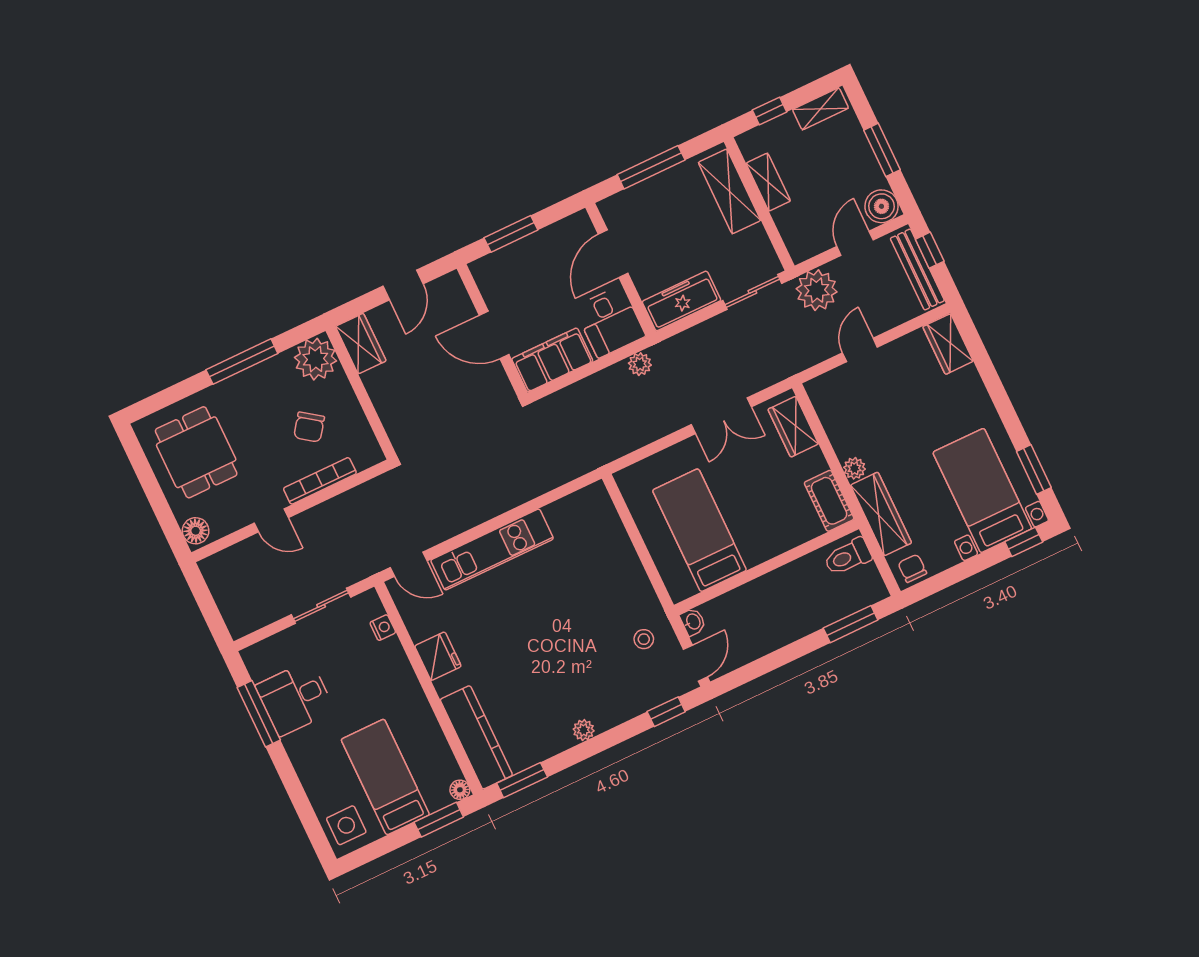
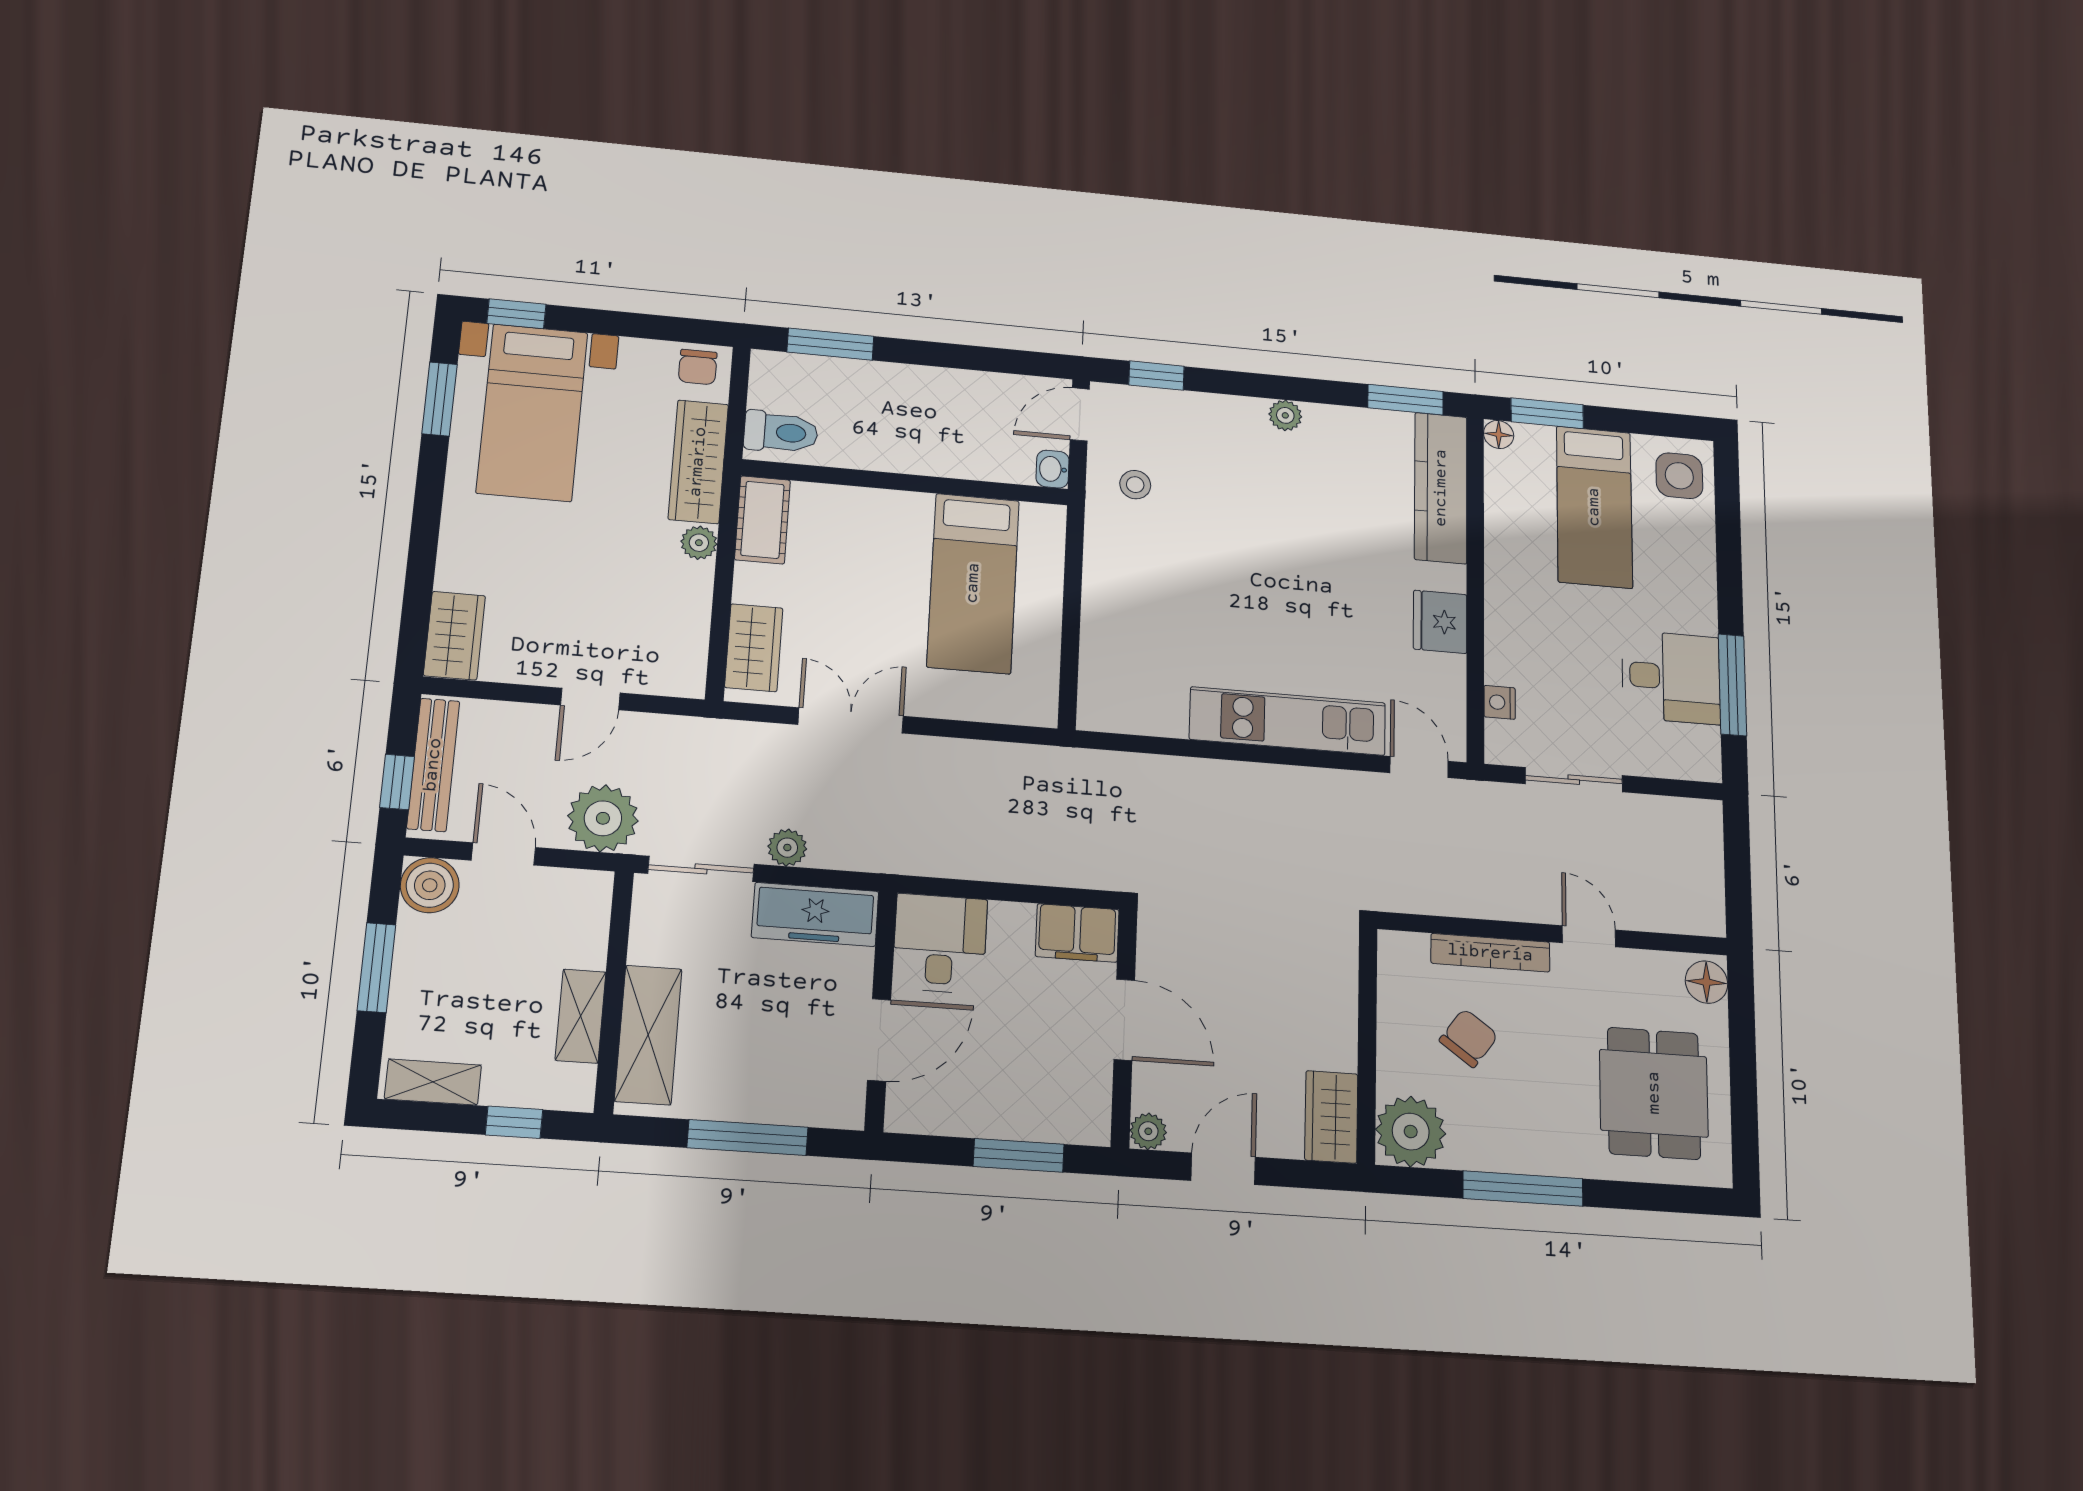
door: (855, 243) -> (503, 854), swing flipped
plant: (451, 283) -> (1148, 1131), added
filing cabinet: (552, 360) -> (1077, 933), width x0.67, depth x0.86
plant: (640, 364) -> (787, 848), moved

